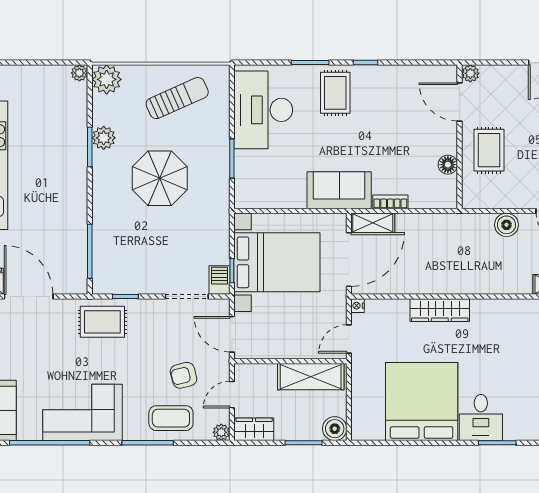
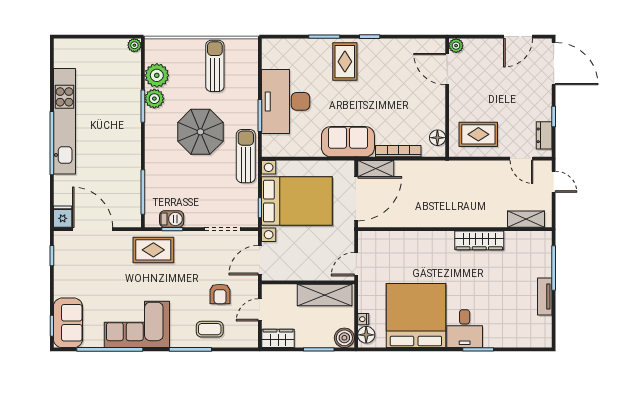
plant: (107, 79) -> (157, 75), moved
sun lounger: (177, 98) -> (215, 66), turned -66
desk: (263, 110) -> (286, 101), moved
rug: (489, 150) -> (478, 134), moved, turned 90
floor lamp: (448, 165) -> (437, 138), moved
bookcase: (390, 202) -> (398, 151), width x1.56
sun lounger: (215, 208) -> (246, 156), added
boiler: (506, 225) -> (486, 170), removed
barbecue: (219, 280) -> (172, 219), moved, turned 90
nightstand: (358, 306) -> (363, 319), moved
wardrobe: (440, 310) -> (479, 240), moved
door: (232, 334) -> (260, 260), hinge flipped
armchair: (184, 375) -> (220, 294), turned -76
coffee table: (171, 418) -> (210, 329), width x0.73, depth x0.77
floor lamp: (361, 425) -> (366, 335), added
plant: (221, 432) -> (251, 341), removed

